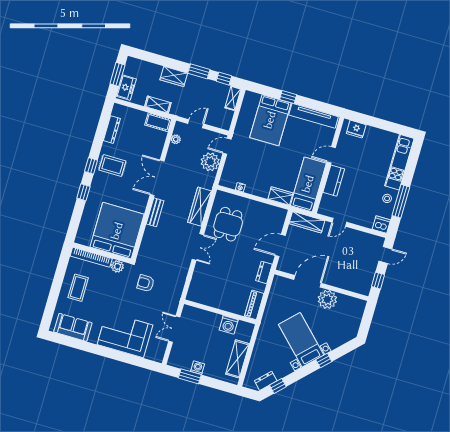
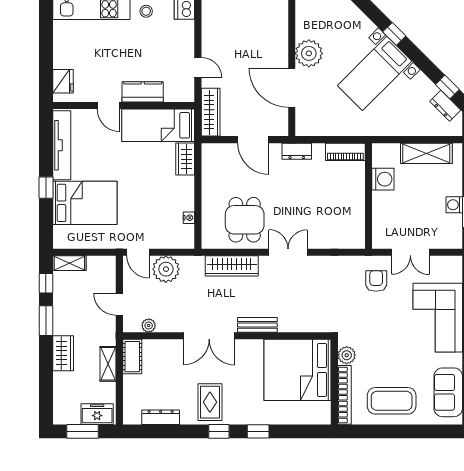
dining table: (228, 224) -> (245, 220), turned 90
armchair: (146, 283) -> (376, 281), moved, turned 180
coffee table: (78, 288) -> (392, 401), width x1.36, depth x1.32

